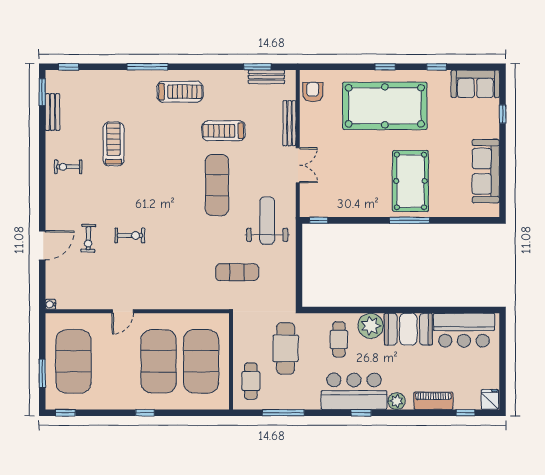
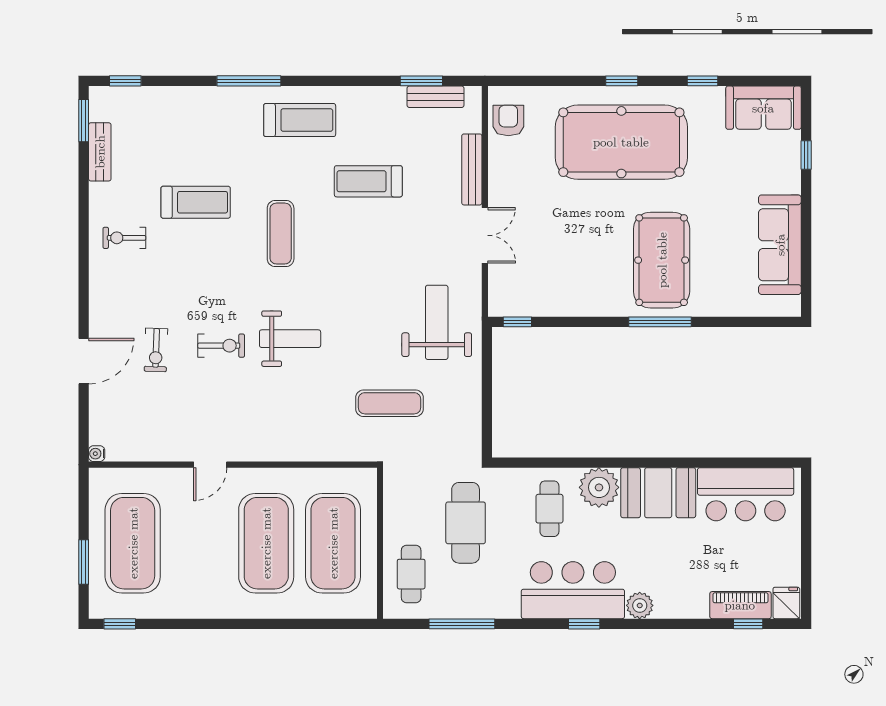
treadmill: (114, 144) -> (196, 202), turned 90
exercise mat: (217, 185) -> (281, 234), moved, width x0.73, depth x0.69
weight bench: (174, 231) -> (290, 339), added
piano: (433, 401) -> (740, 605), moved
window: (145, 413) -> (245, 624), removed

